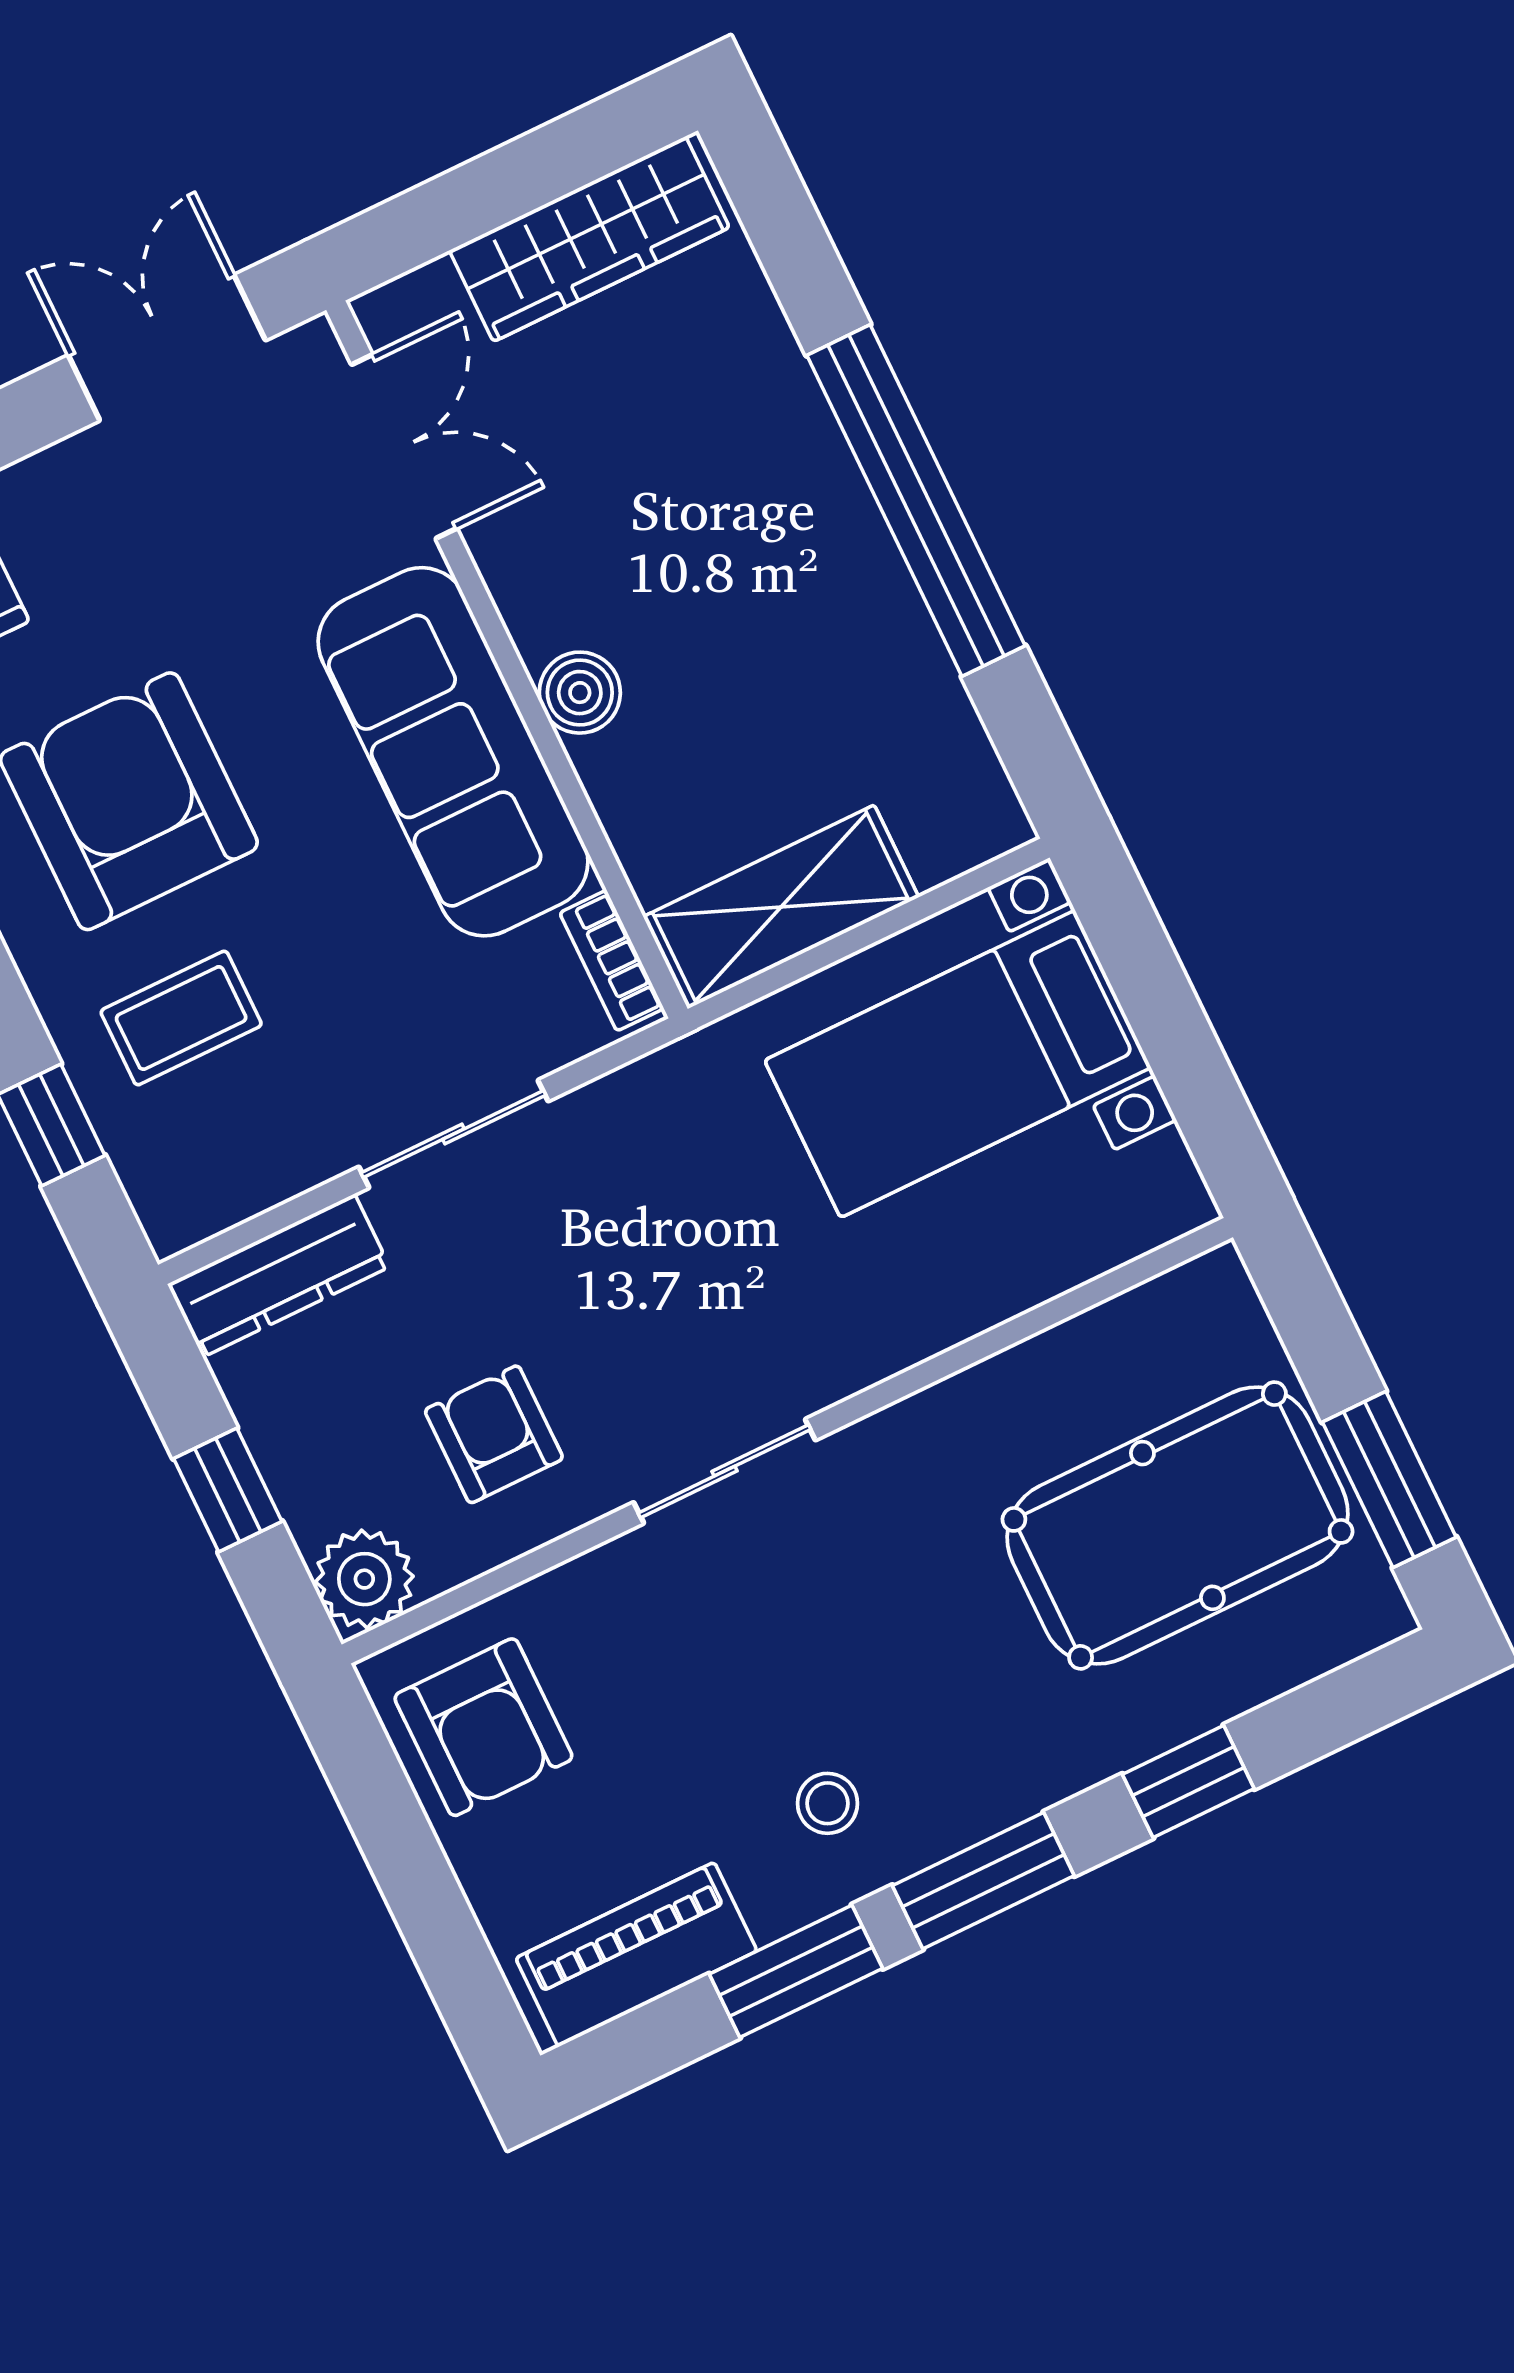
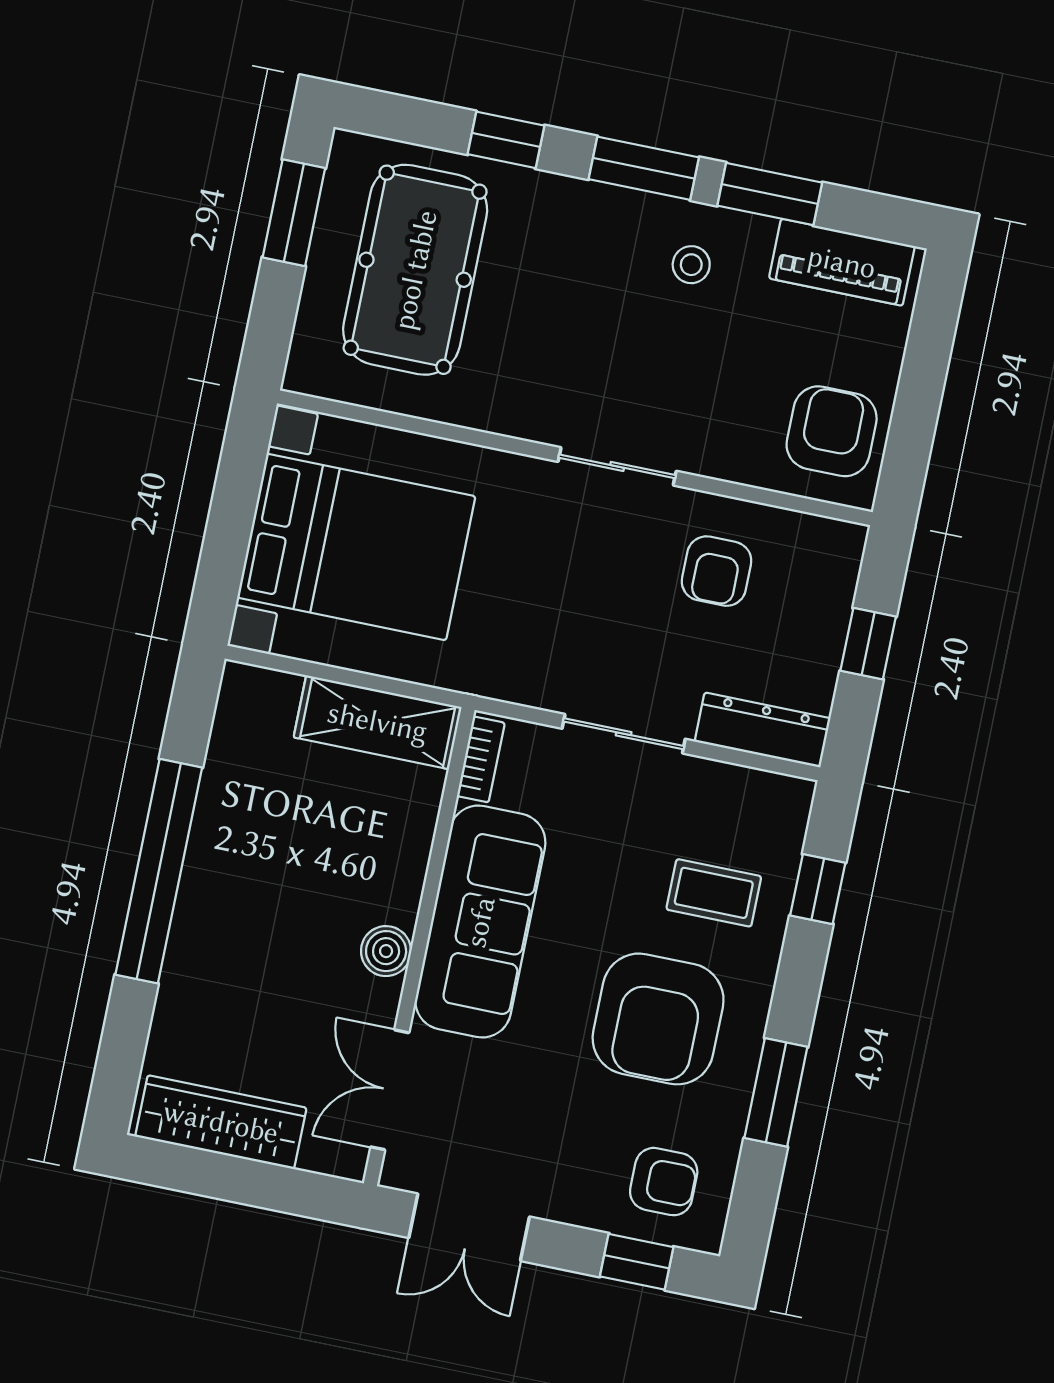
boiler: (580, 693) -> (386, 951), moved
bed with nightstands: (958, 1064) -> (356, 547), width x1.36
pool table: (1177, 1525) -> (415, 270), turned 90
plant: (364, 1579) -> (834, 549), removed

